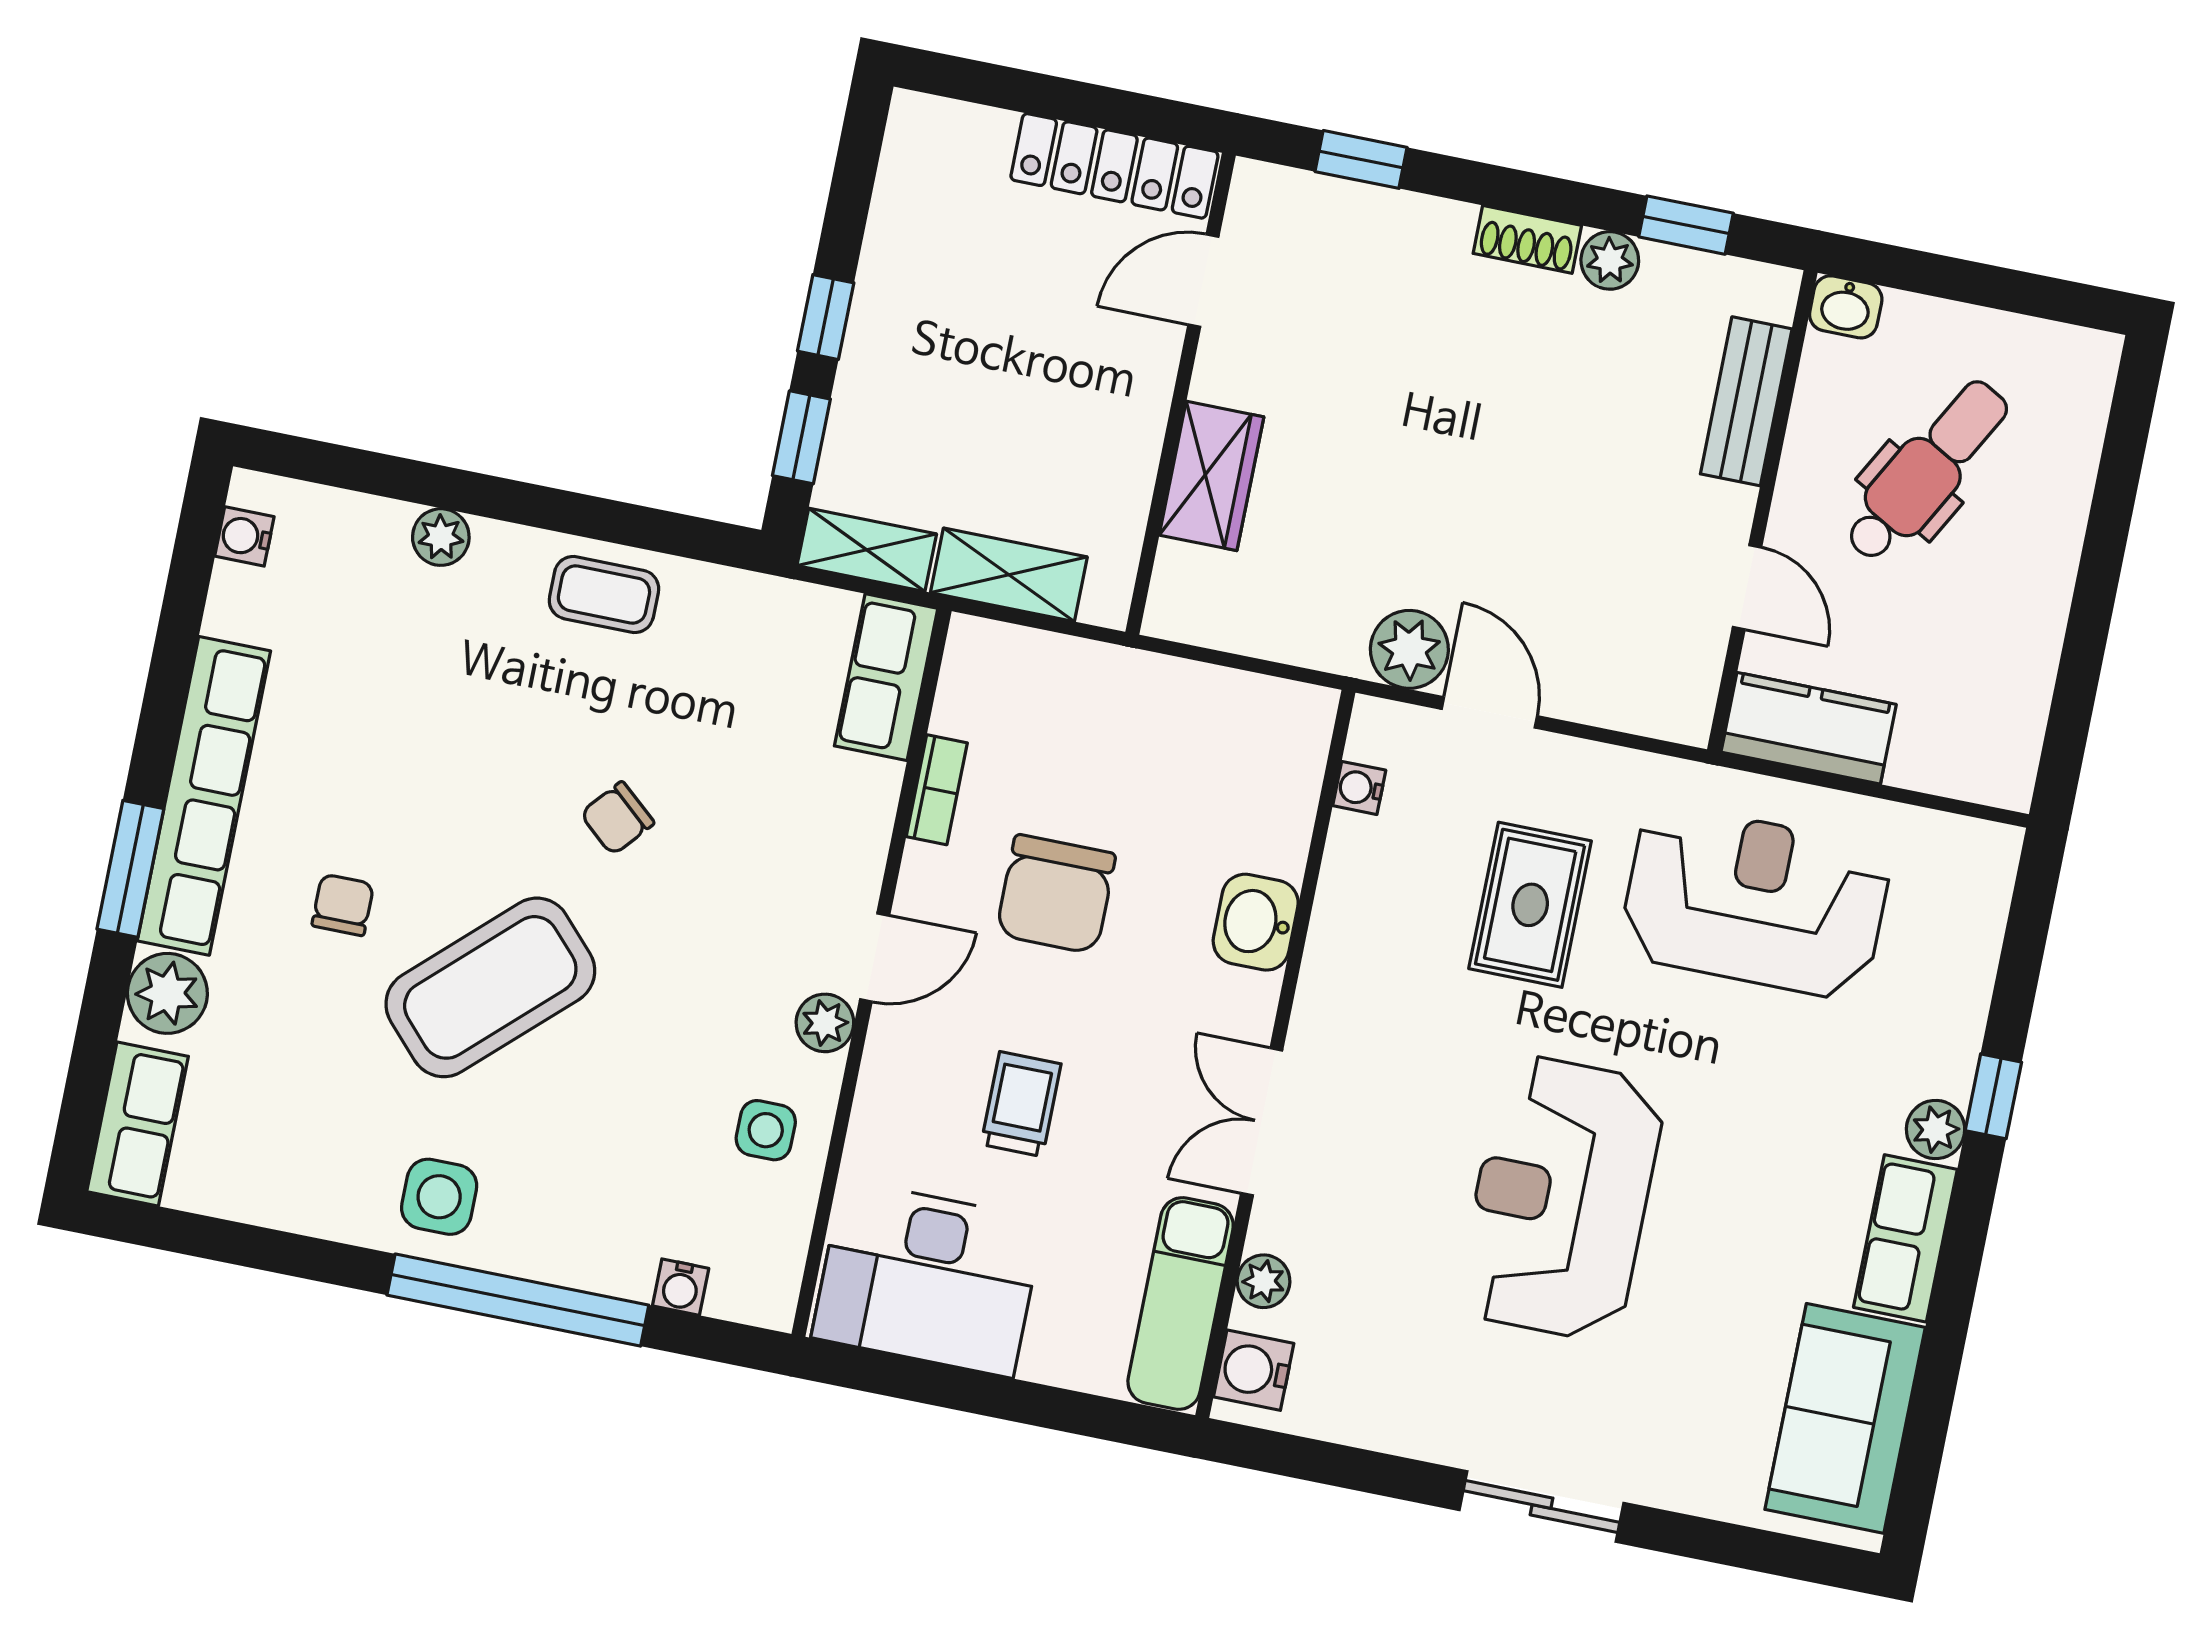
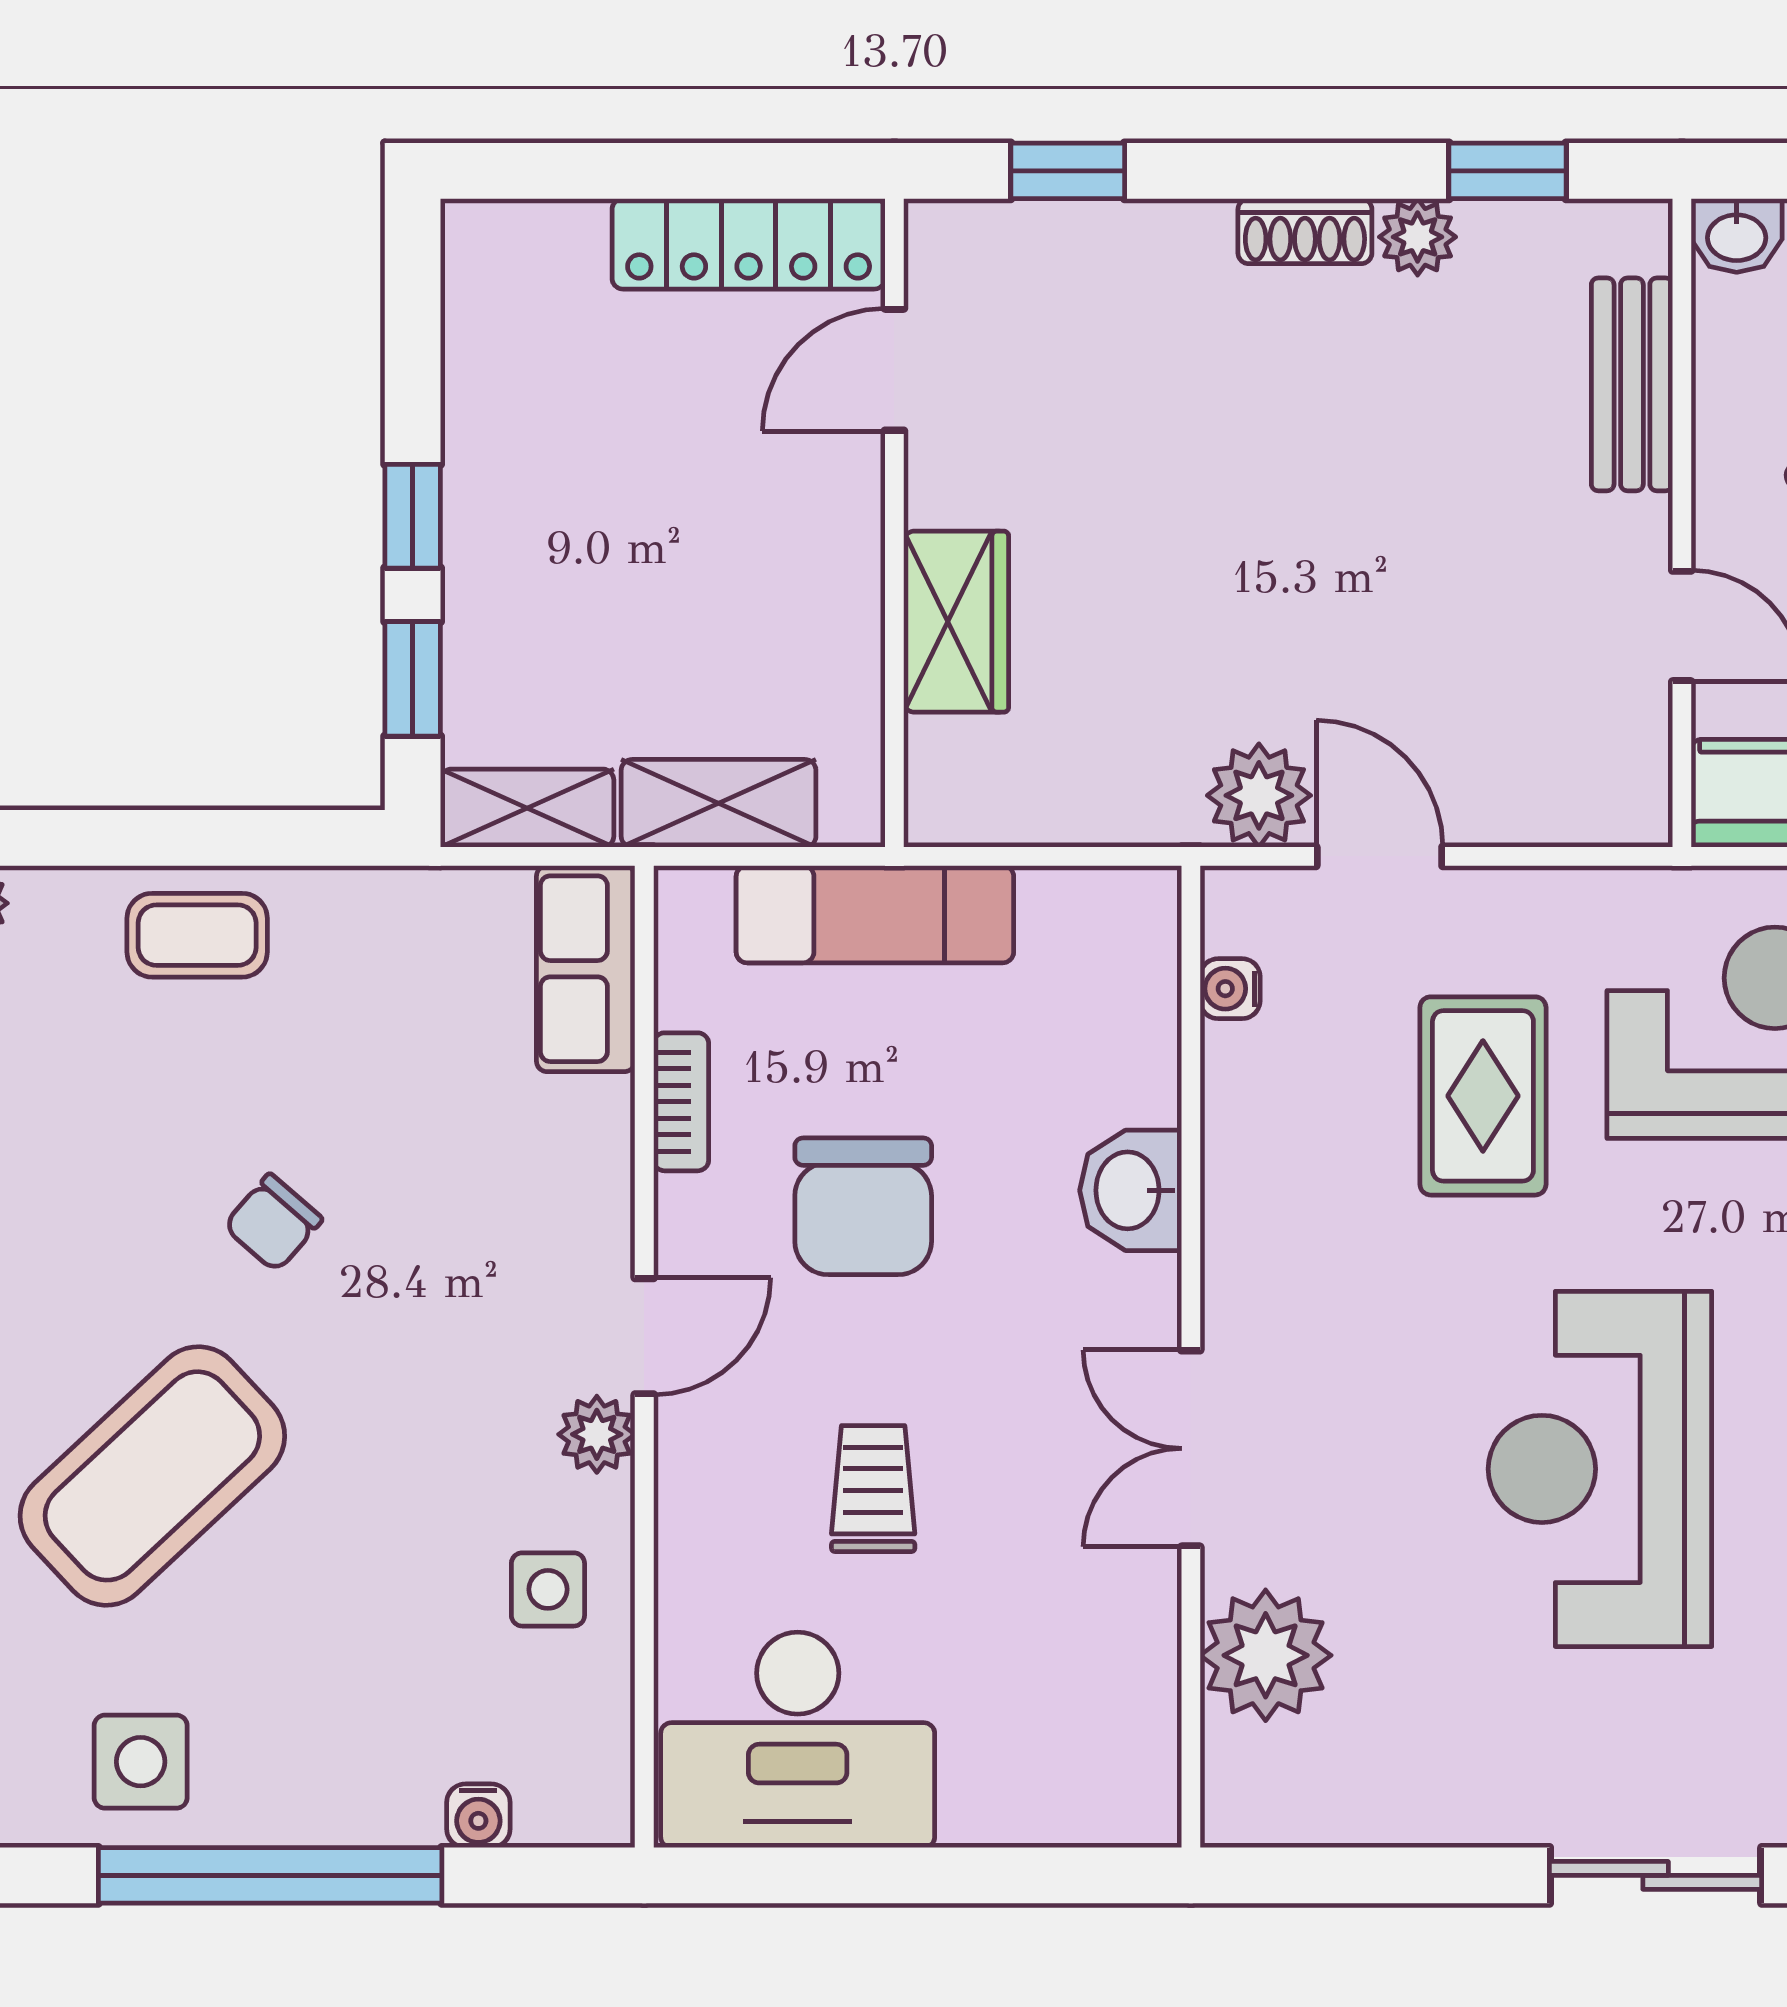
plant: (1264, 1281) -> (1266, 1655), width x1.87, depth x1.87
exam couch: (1181, 1304) -> (875, 914), moved, turned -90
water cooler: (1254, 1370) -> (1245, 1774), removed

